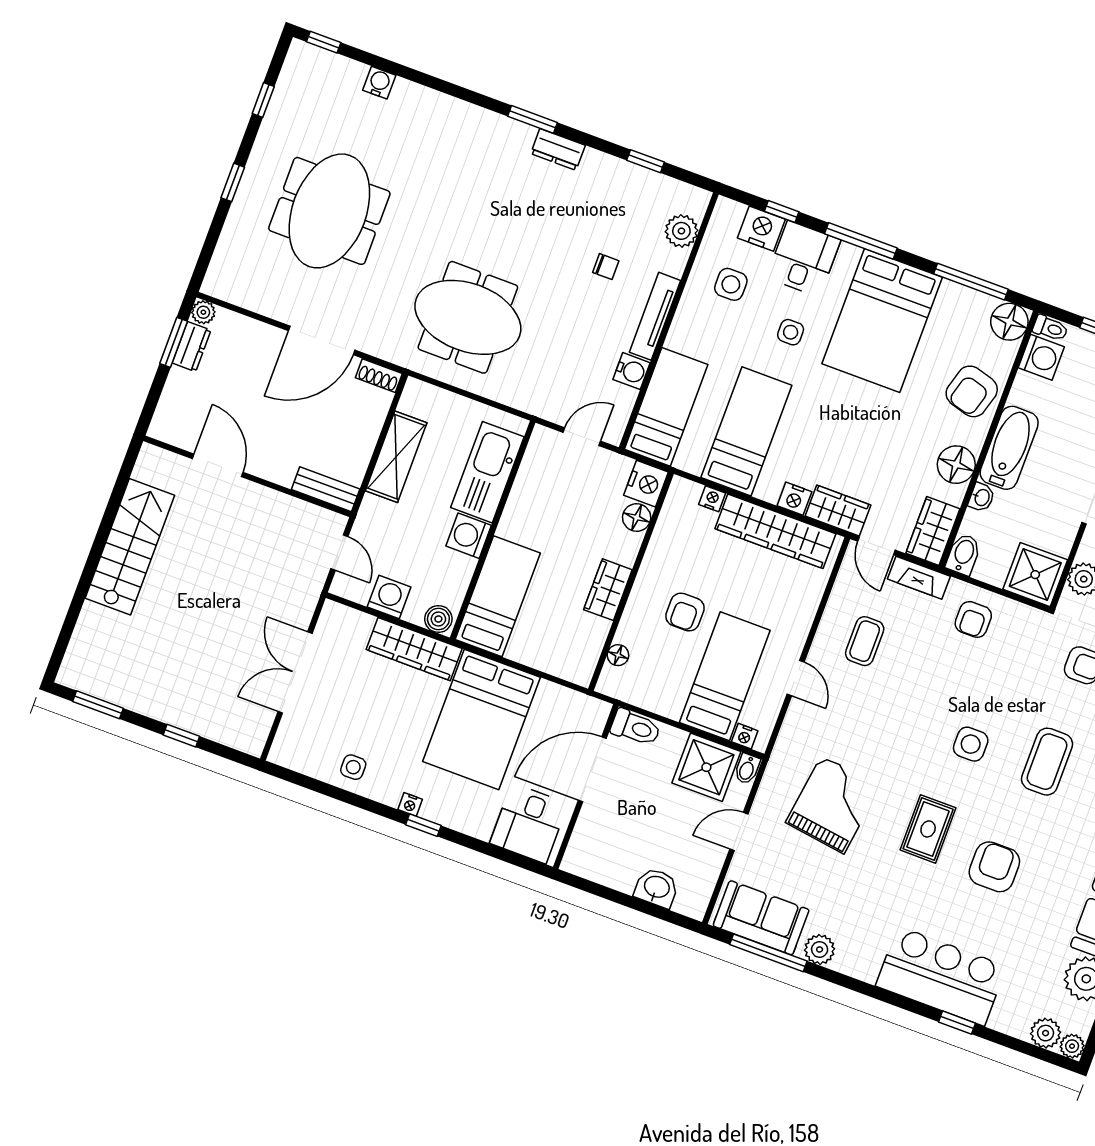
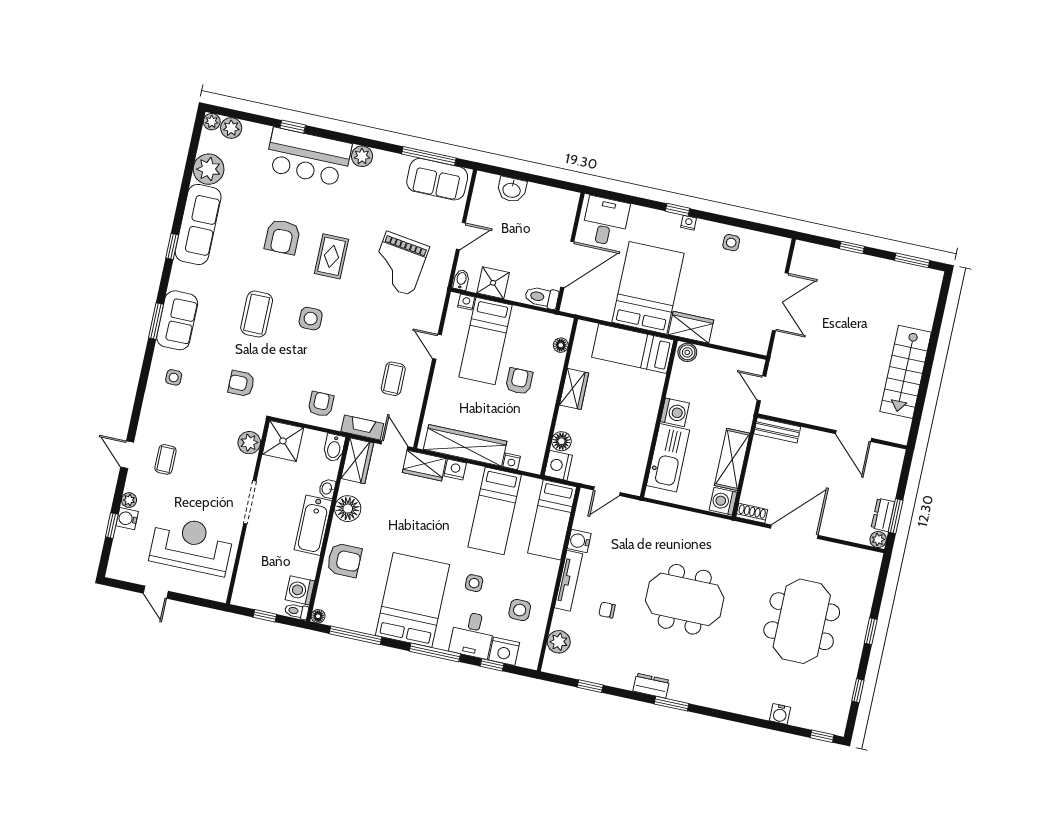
meeting table: (468, 317) -> (685, 599), moved
floor lamp: (1009, 322) -> (318, 616), width x0.53, depth x0.53
armchair: (972, 391) -> (344, 560), turned 74
bed: (498, 596) -> (633, 349), moved, turned 90
washing machine: (389, 597) -> (723, 501), moved, turned 90
wardrobe: (414, 649) -> (691, 327), width x0.67
shower: (706, 767) -> (493, 283), width x0.73, depth x0.73
plant: (820, 949) -> (362, 156), moved

